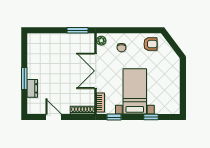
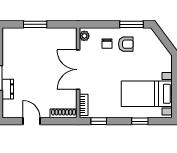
window: (77, 30) -> (35, 24), moved
window: (143, 30) -> (131, 24), added
armchair: (150, 44) -> (126, 44), moved
bed with nightstands: (135, 91) -> (147, 94), moved, turned -90

